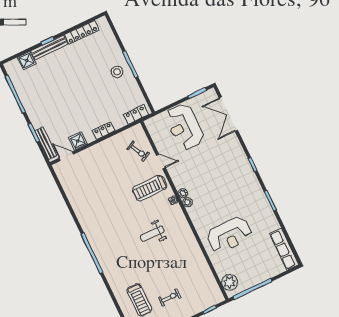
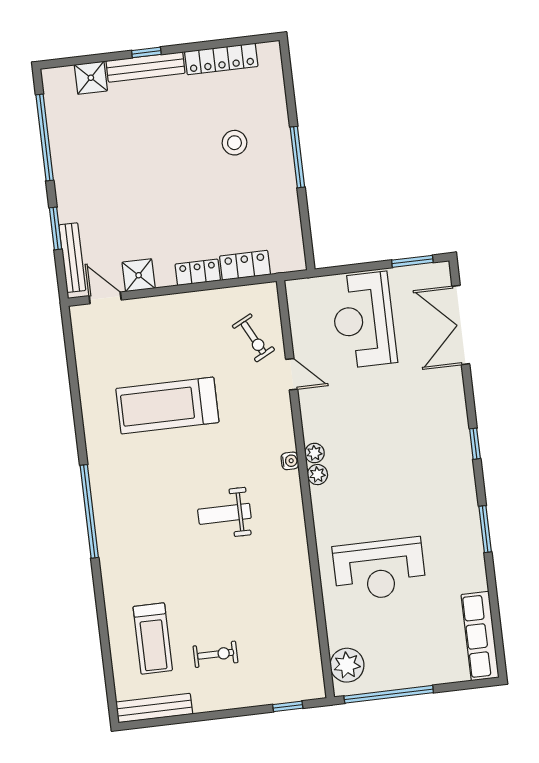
stool: (117, 72) -> (234, 143), moved
locker: (136, 114) -> (245, 265), moved
treadmill: (150, 188) -> (167, 405), moved, width x1.37, depth x1.38

